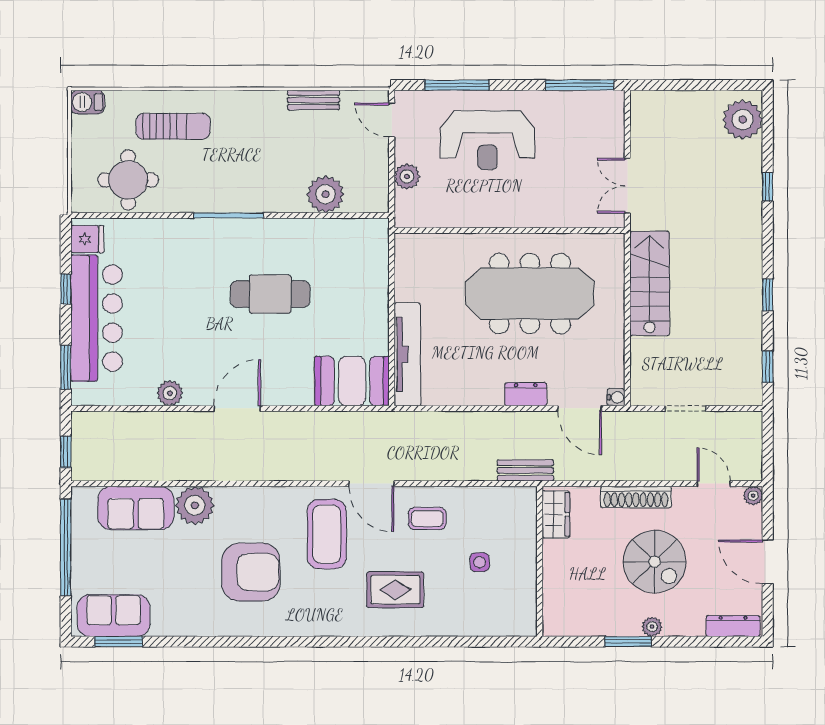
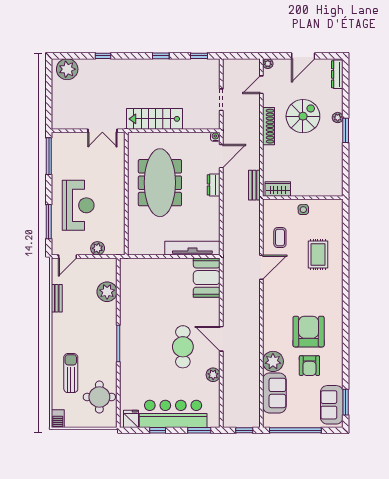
cafe table: (270, 294) -> (183, 347), moved
wardrobe: (556, 514) -> (278, 189), moved
coffee table: (327, 534) -> (288, 291), removed
wall: (540, 561) -> (303, 198), moved
armchair: (187, 574) -> (309, 366), added

